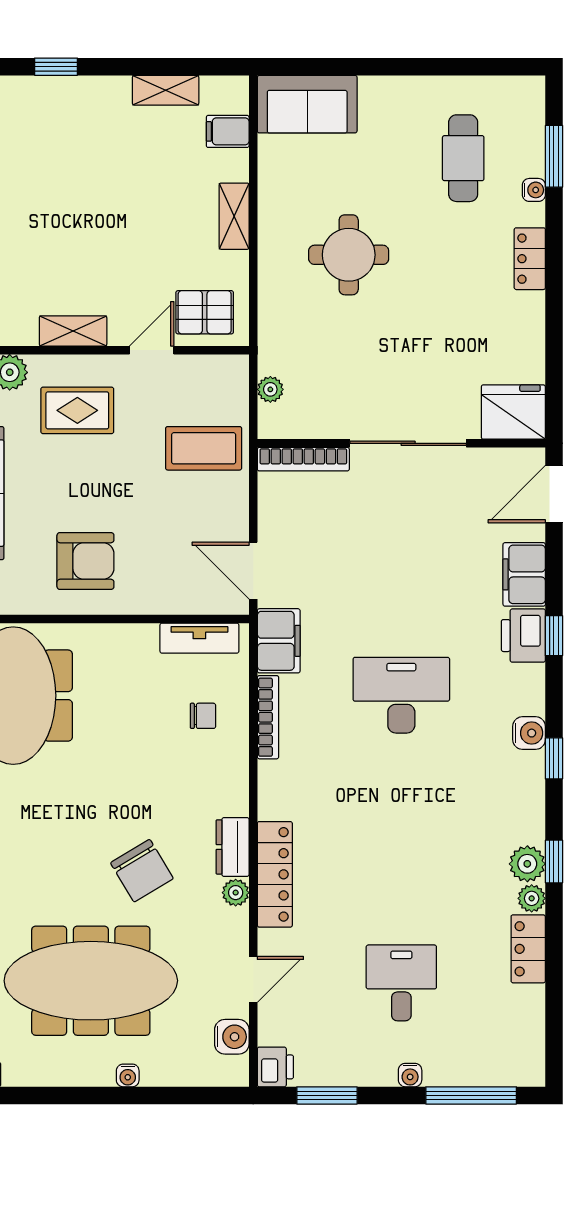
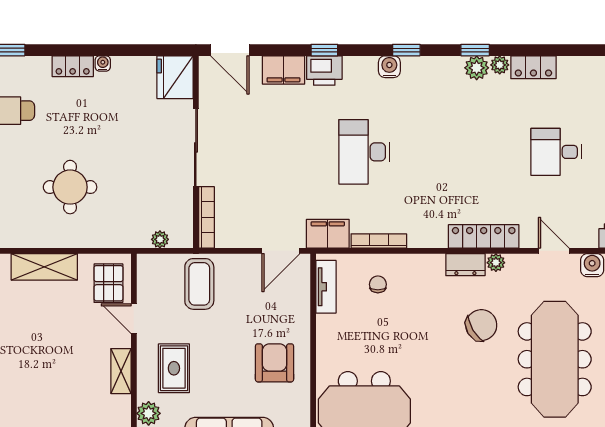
water cooler: (534, 190) -> (103, 63), moved
shelving: (234, 216) -> (44, 267), width x1.50, depth x1.33

